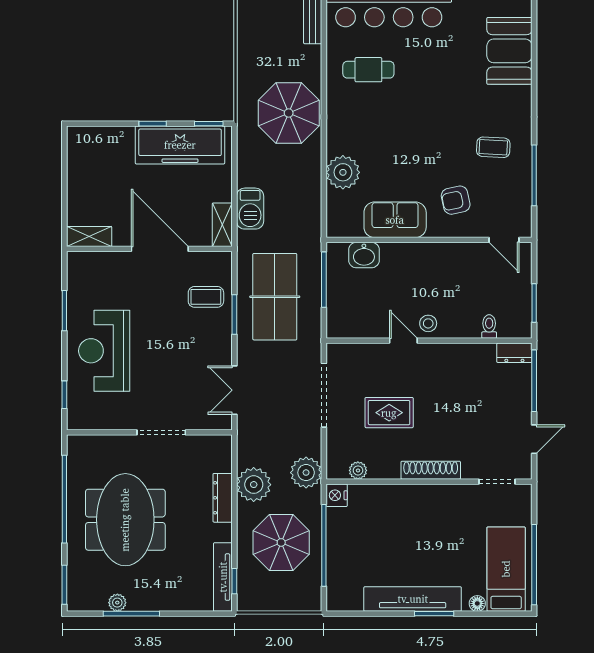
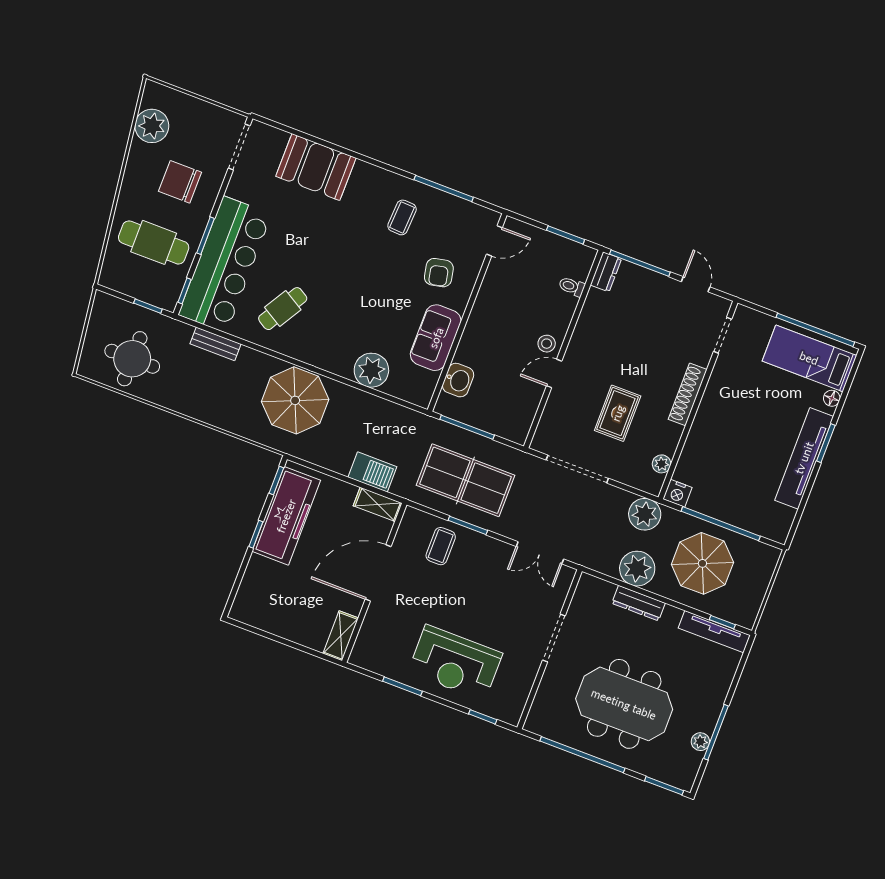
cafe table: (368, 70) -> (283, 309), turned 31

